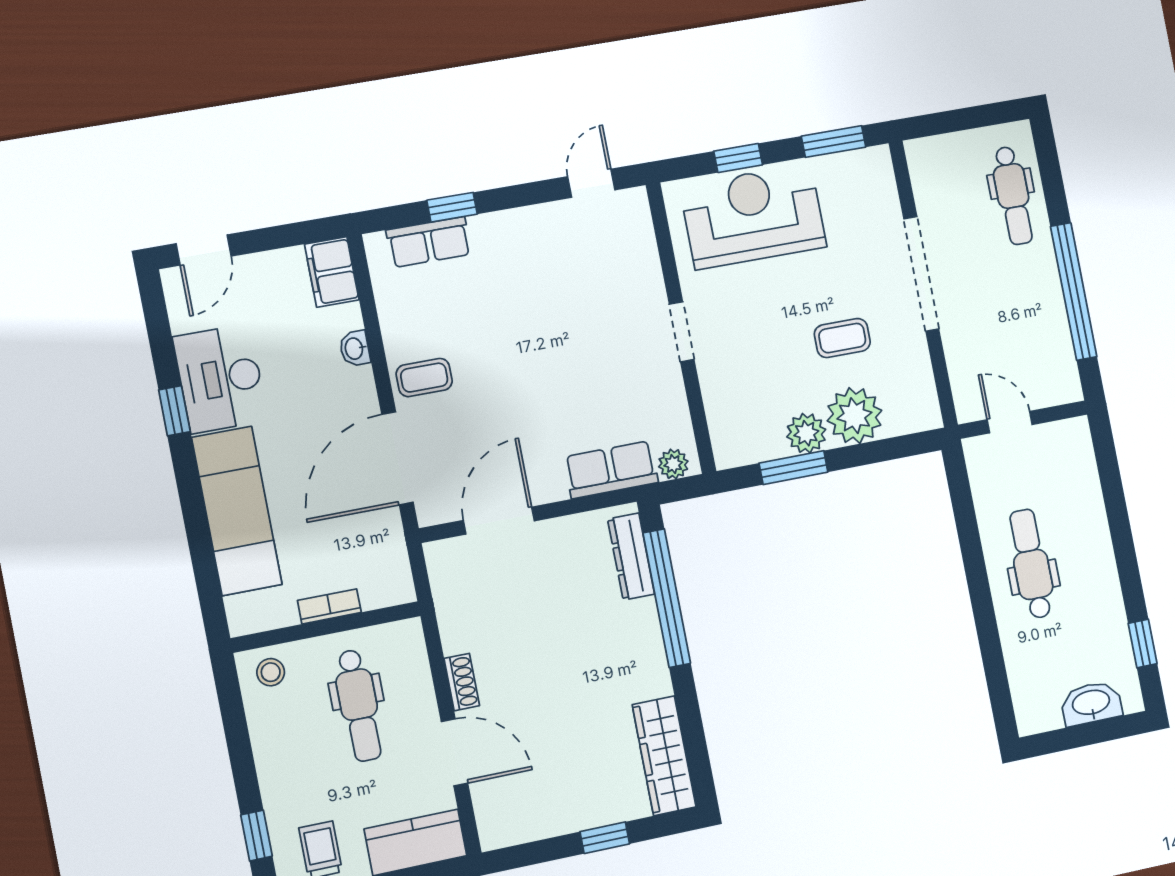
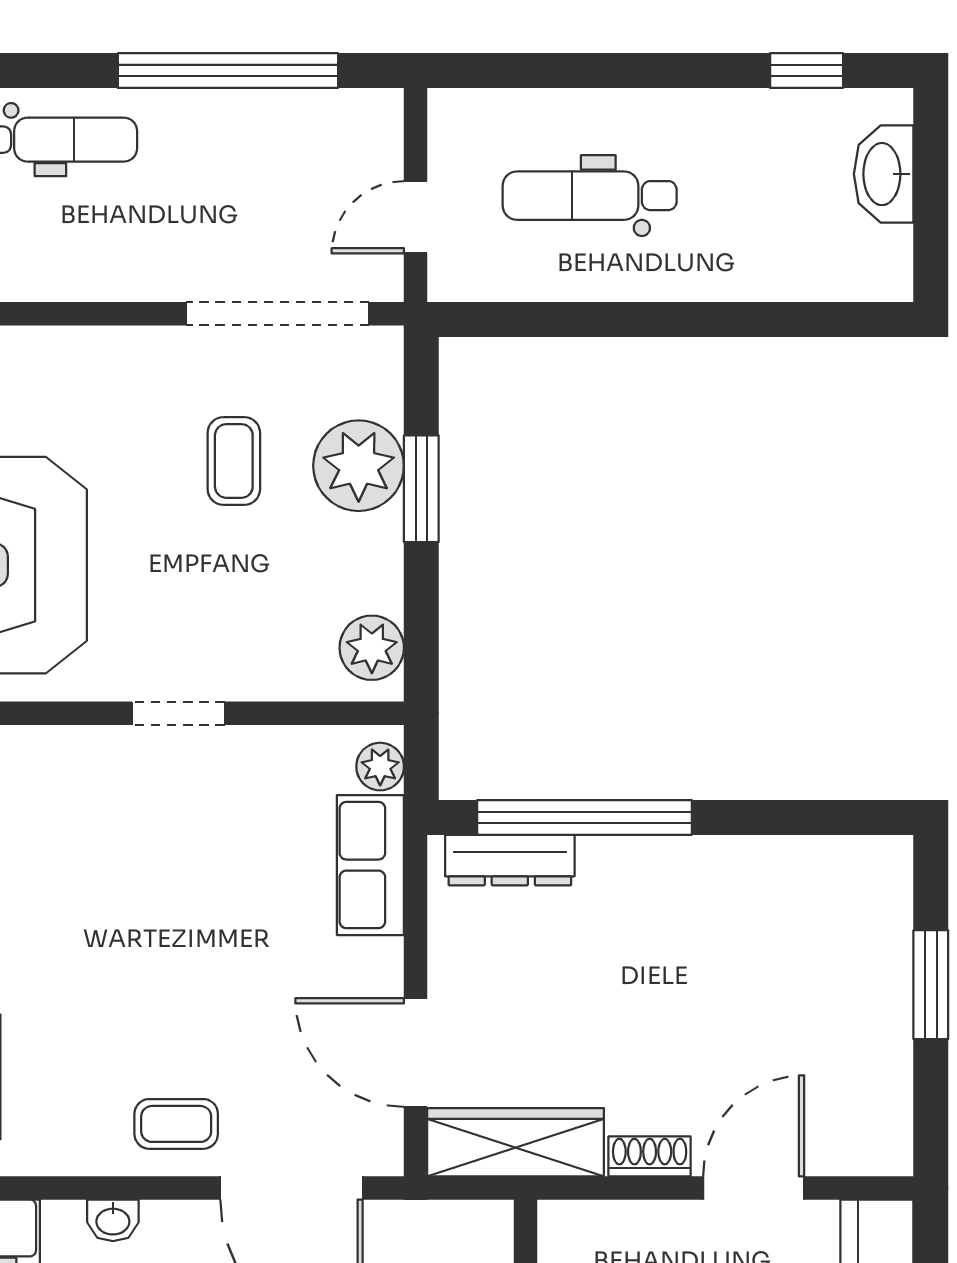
doorway: (921, 274) -> (278, 314), moved
coffee table: (424, 378) -> (176, 1124), turned 90
plant: (806, 433) -> (372, 648), moved
window: (793, 468) -> (421, 489), moved
dental chair: (1031, 564) -> (590, 196), moved
wardrobe: (664, 756) -> (515, 1142), moved, turned 180
window: (605, 838) -> (931, 985), width x1.50

